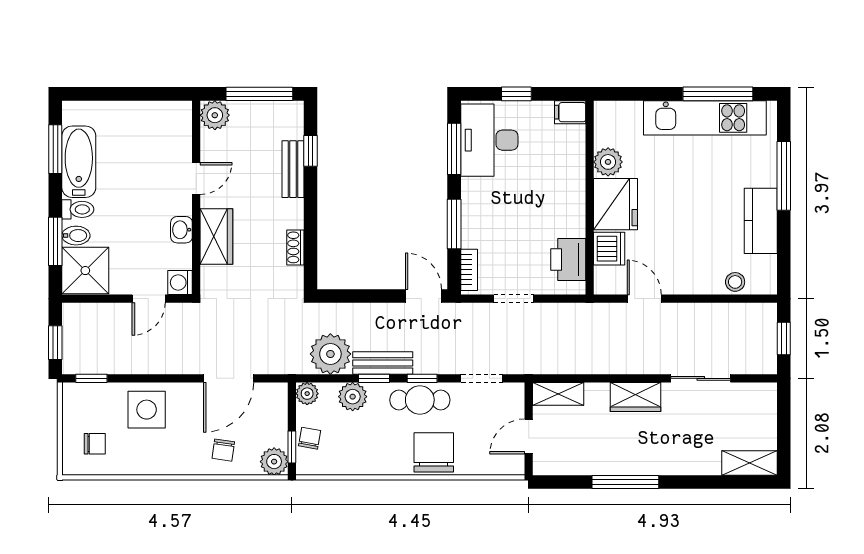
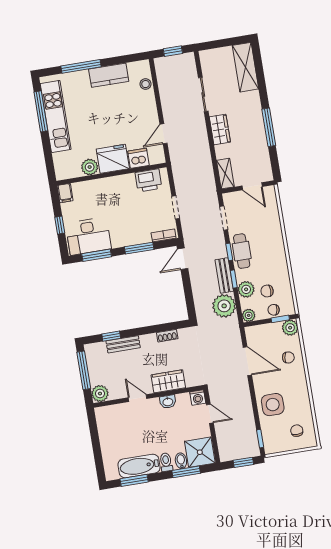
chair: (434, 452) -> (267, 291), moved, width x0.54, depth x0.54
shelving: (750, 463) -> (245, 67), width x1.50, depth x1.33

